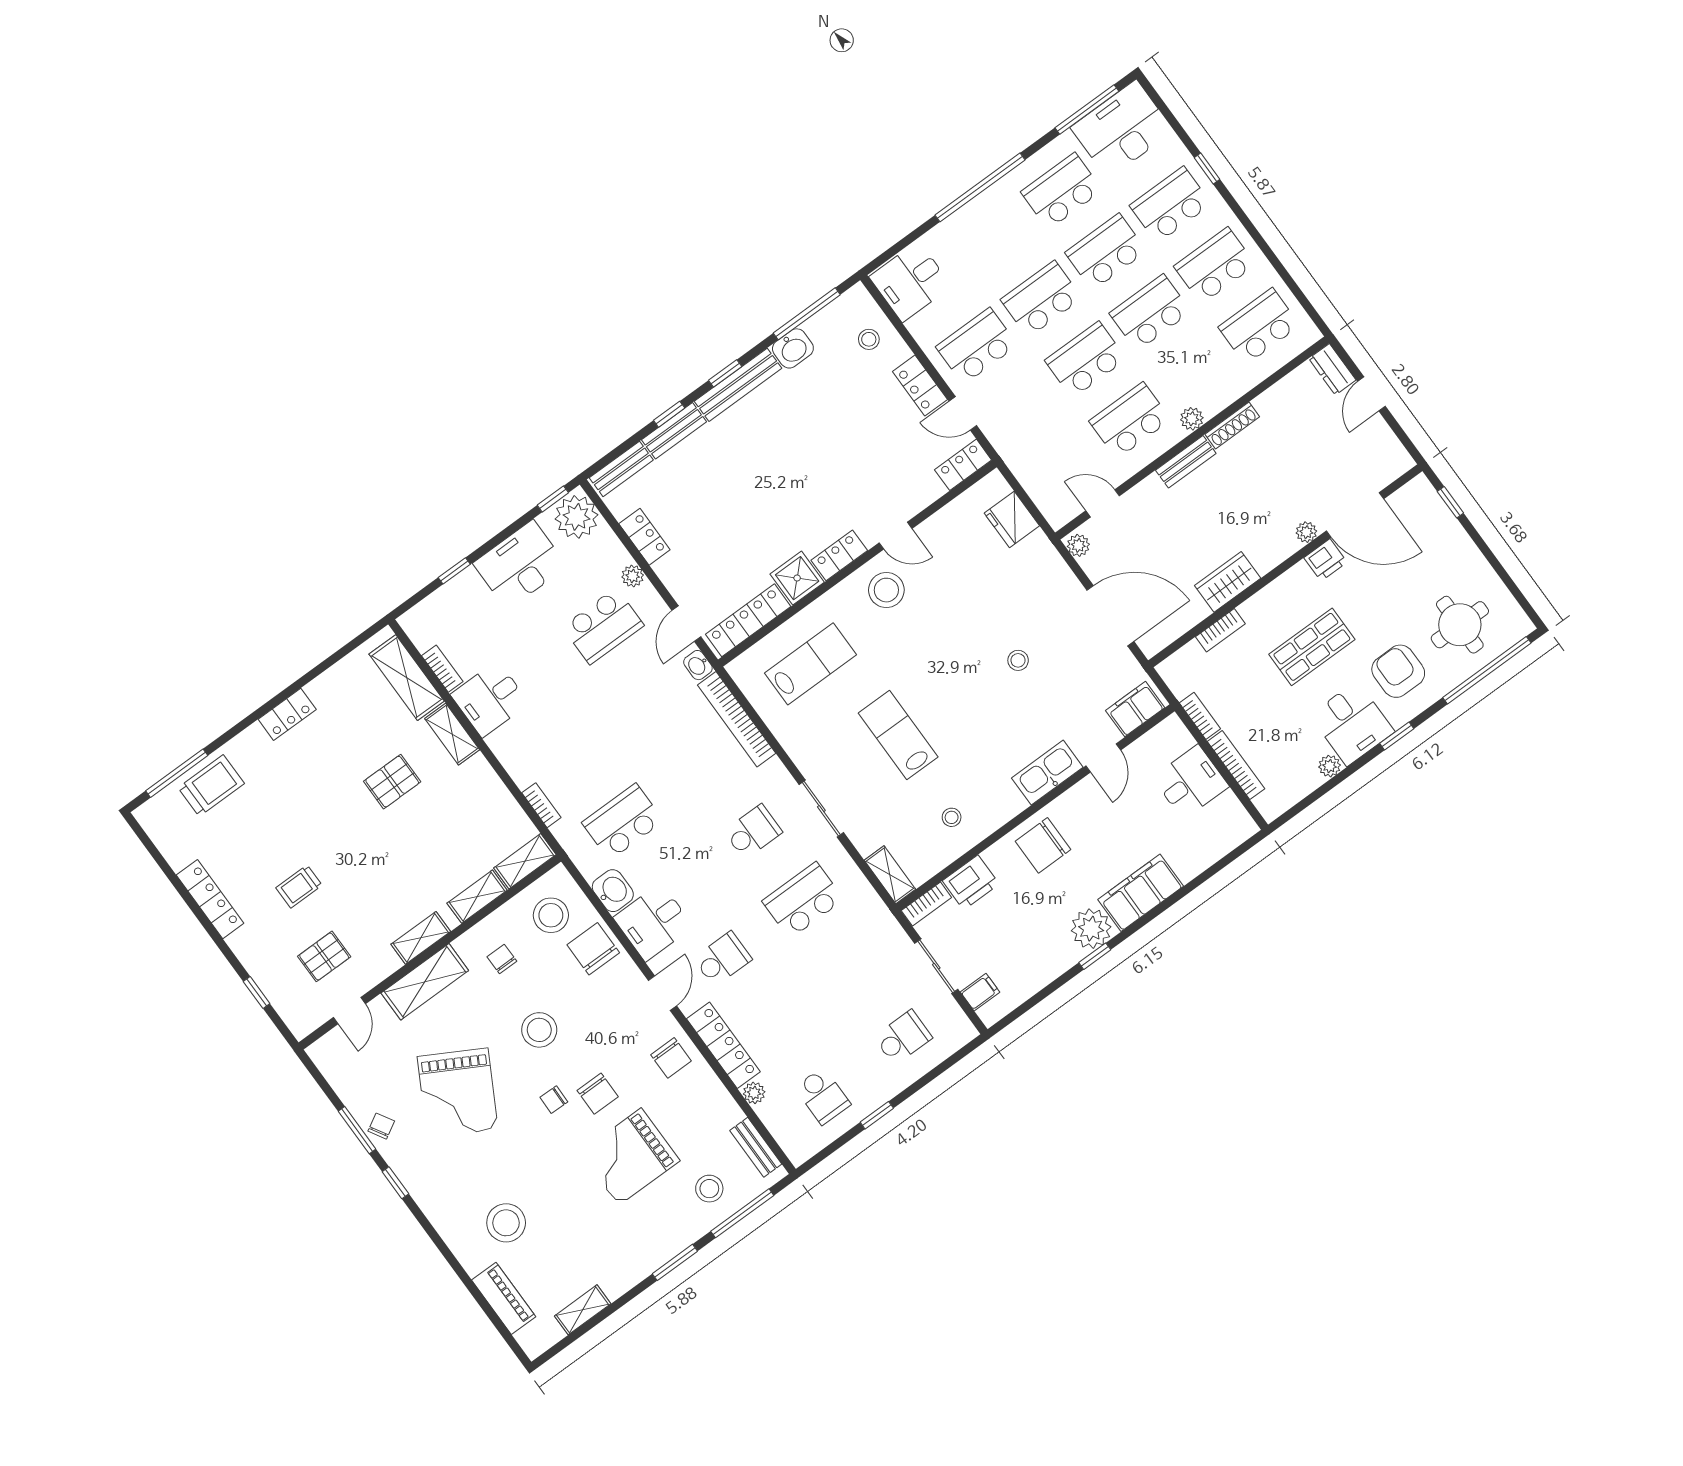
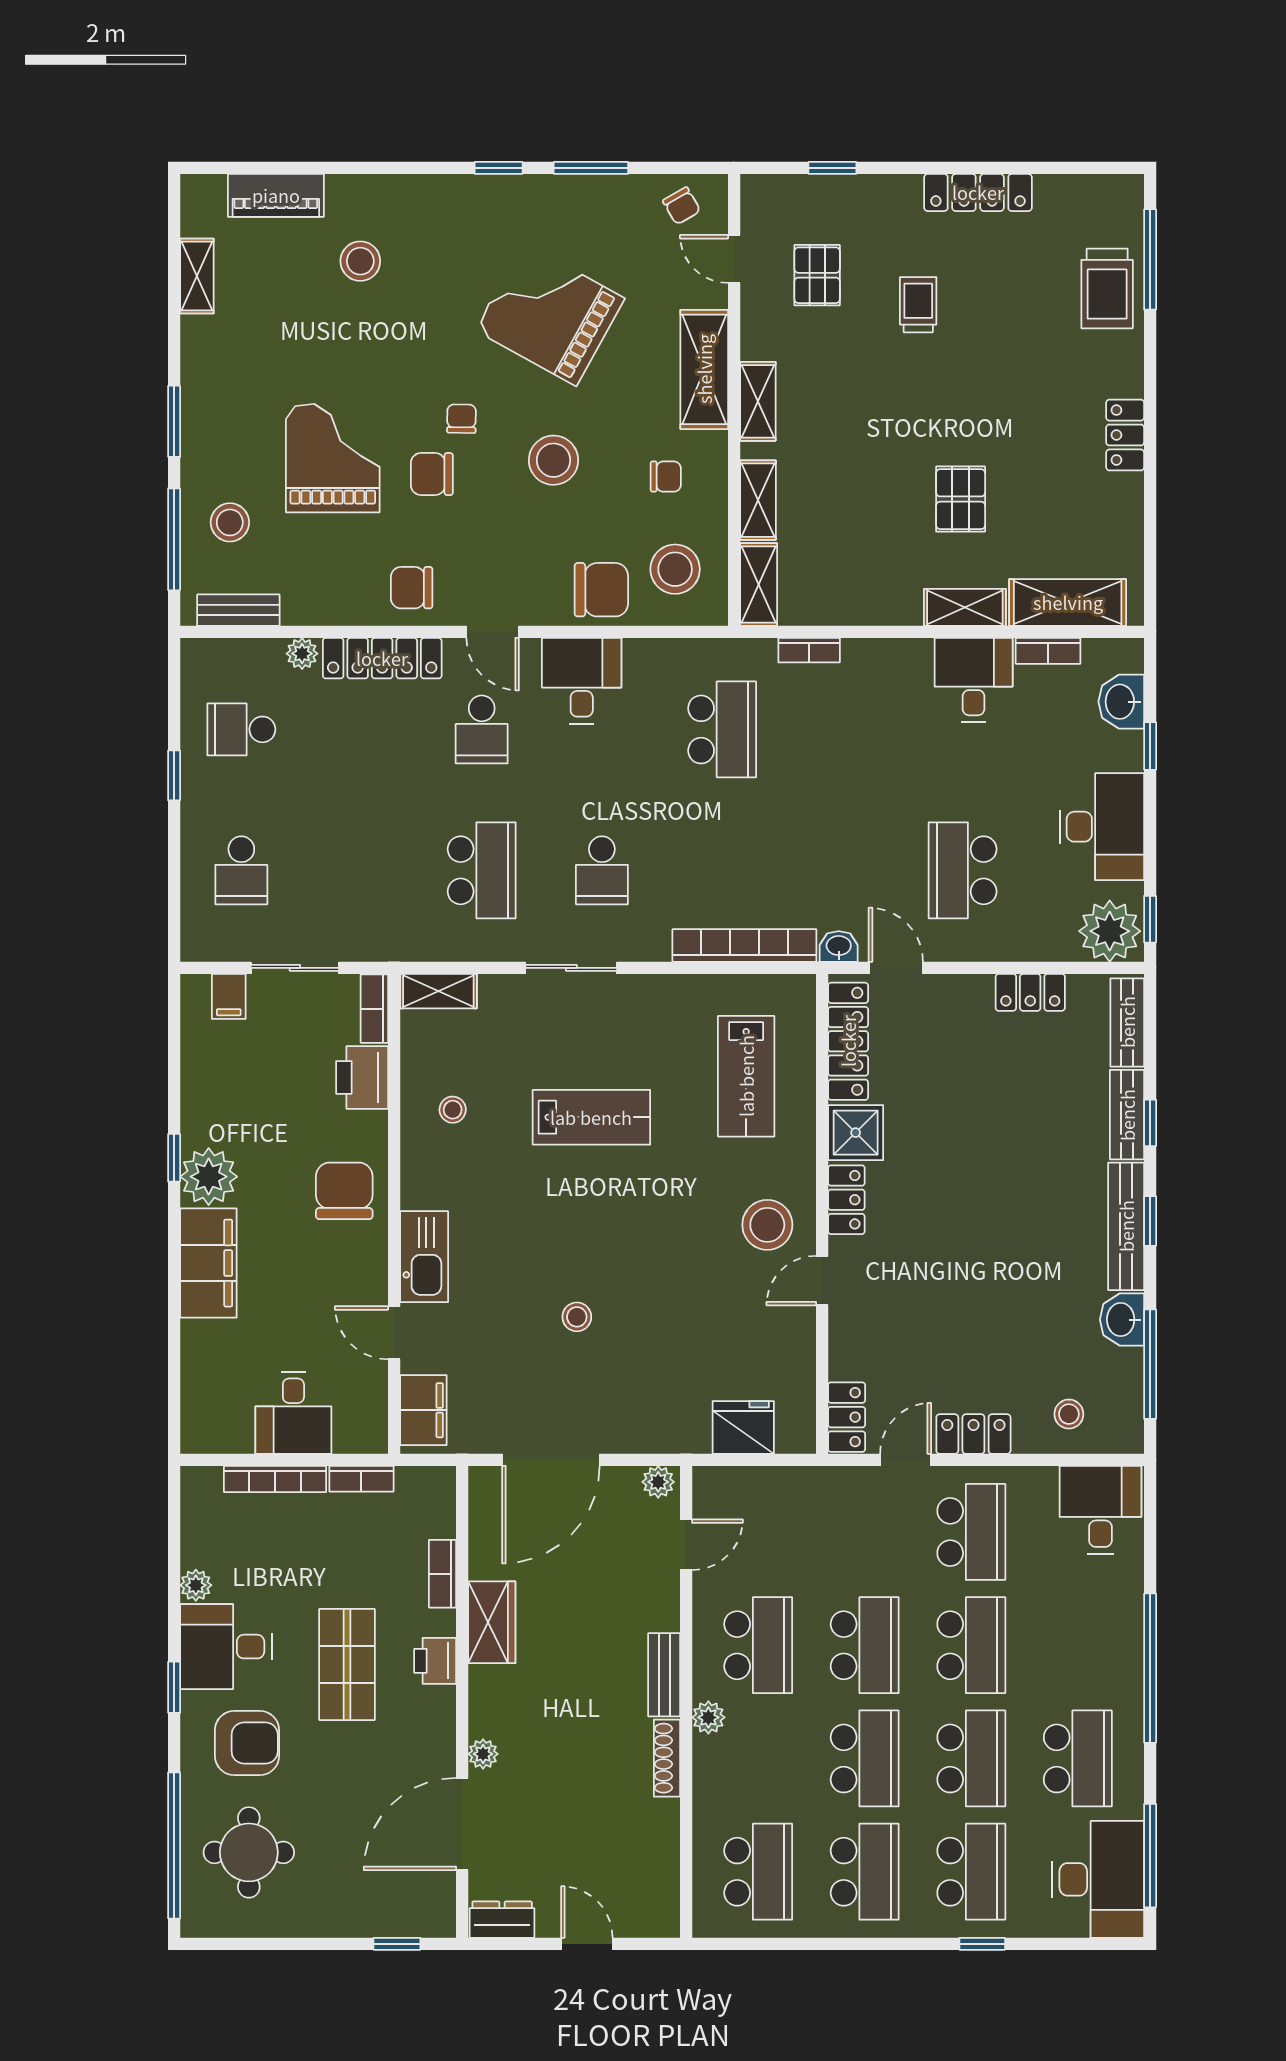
dresser: (1332, 369) -> (502, 1920), moved
printer: (1326, 560) -> (435, 1661), moved
plant: (633, 576) -> (995, 946), removed
washbasin: (613, 891) -> (1121, 702), moved, turned 90
chair: (381, 1126) -> (682, 206), moved
stool: (506, 1223) -> (360, 261), width x0.73, depth x0.73

